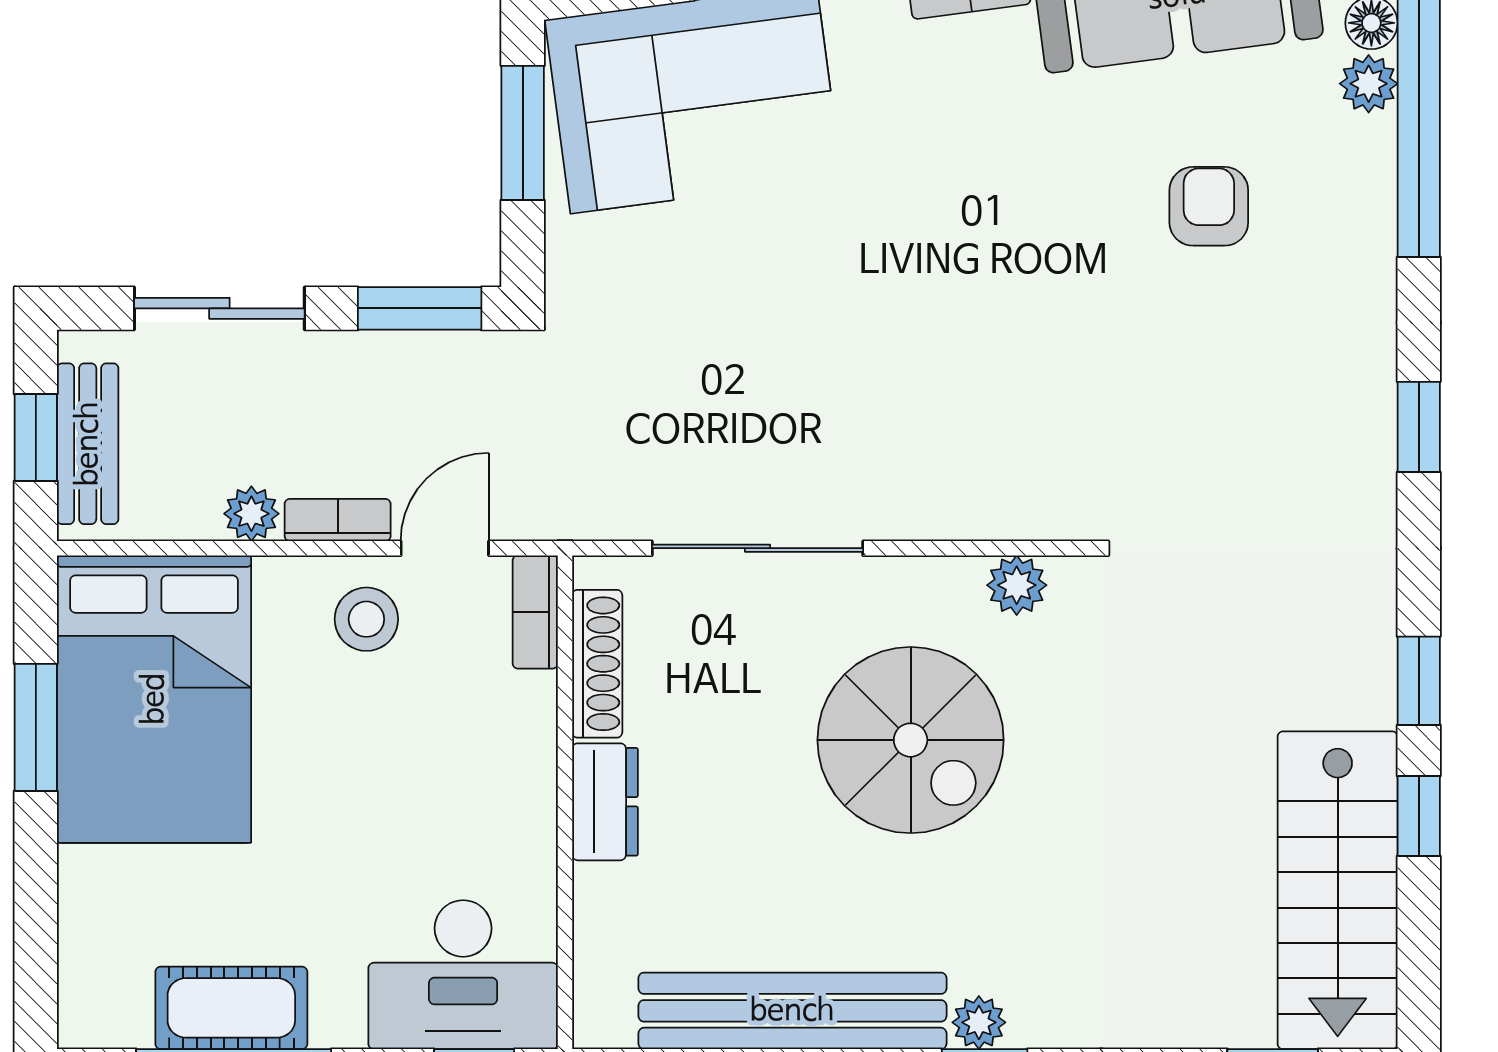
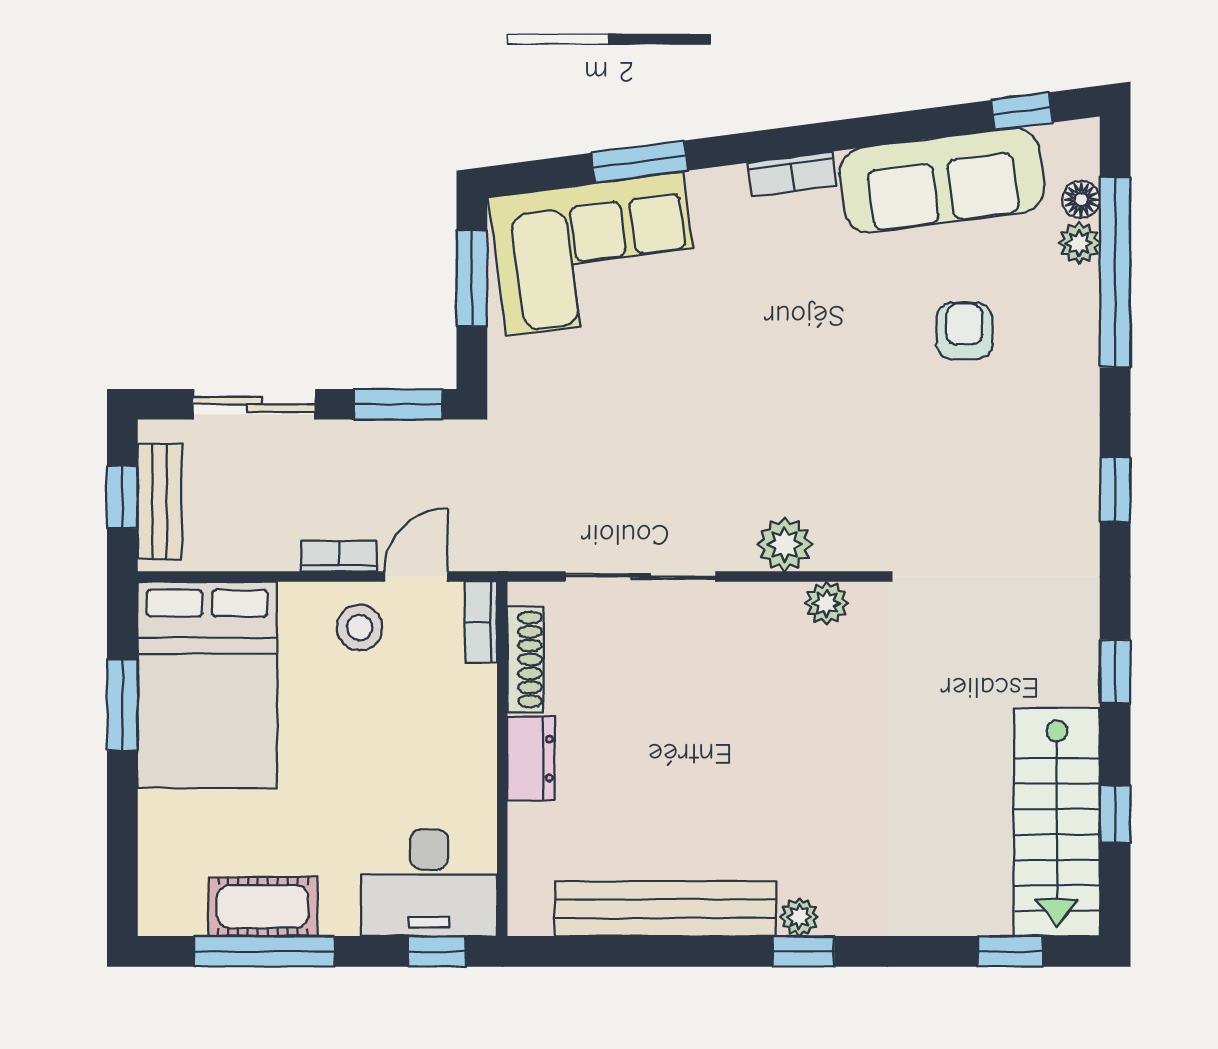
plant: (251, 514) -> (785, 544), moved, width x1.38, depth x1.38
spiral stairs: (911, 740) -> (750, 714), removed
window: (1419, 816) -> (1115, 814), moved

